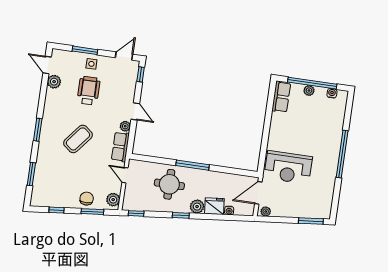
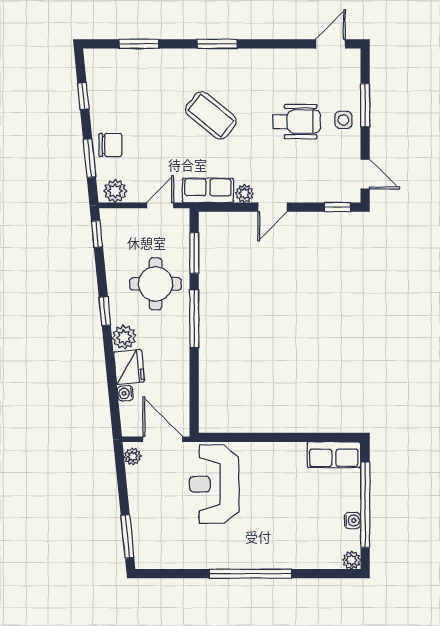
plant: (54, 82) -> (304, 60), removed
plant: (309, 91) -> (352, 560), moved
water cooler: (332, 93) -> (353, 520), moved
window: (155, 160) -> (194, 253), added

